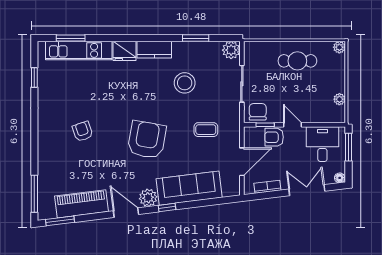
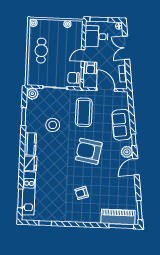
coffee table: (206, 130) -> (84, 112), width x1.86, depth x1.72
sofa: (189, 188) -> (122, 125), width x0.73
piano: (82, 204) -> (118, 217), moved, turned 97

